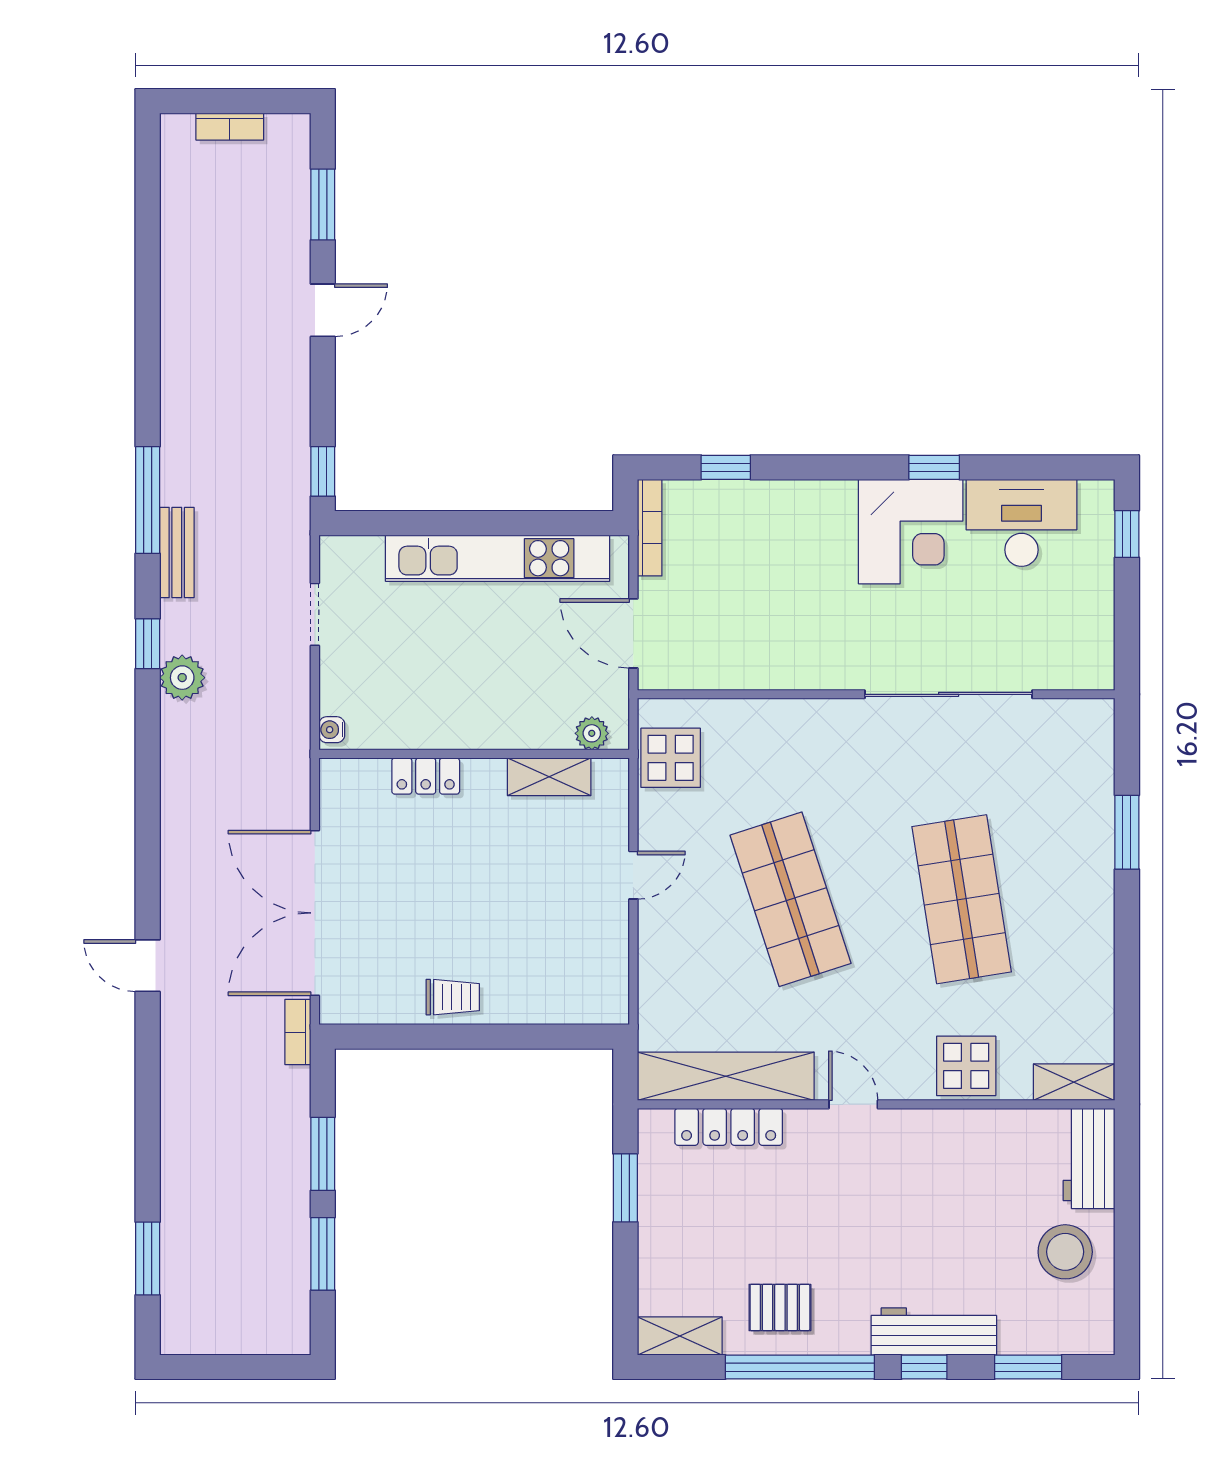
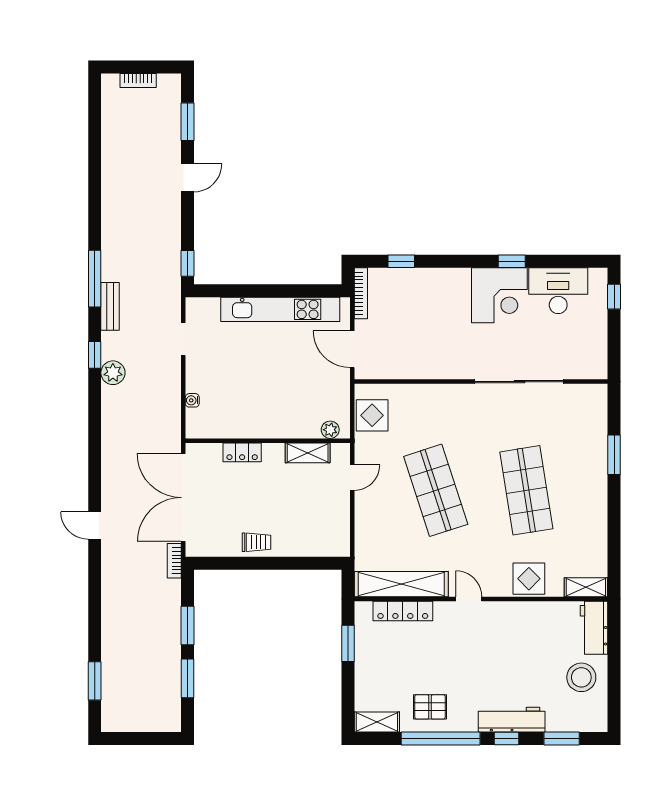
plant: (592, 733) -> (330, 430), moved
wall: (474, 754) -> (268, 441), moved
locker: (426, 776) -> (242, 452), moved
shelving: (549, 777) -> (308, 453), moved

